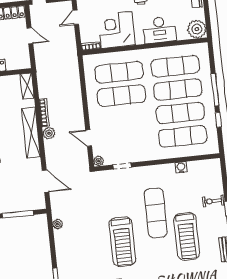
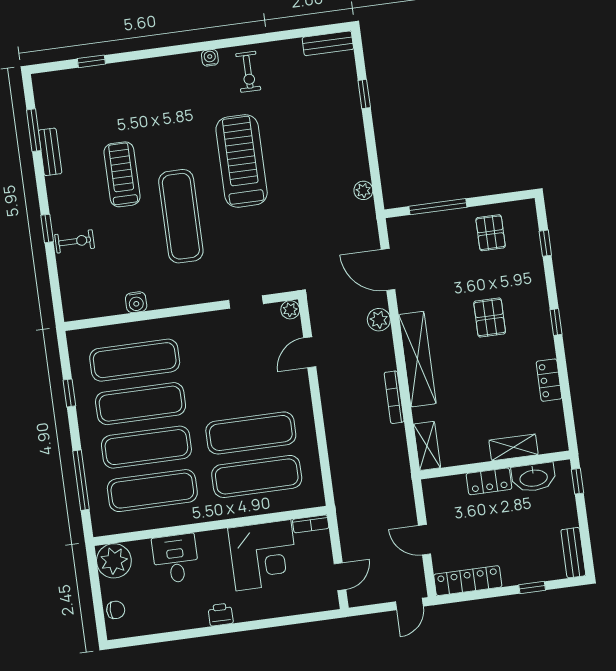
desk: (159, 30) -> (176, 559), width x0.73
window: (215, 90) -> (81, 480), moved
plant: (49, 133) -> (379, 320), moved
door: (89, 138) -> (310, 352), swing flipped
treadmill: (187, 236) -> (122, 174), width x0.73, depth x0.73

